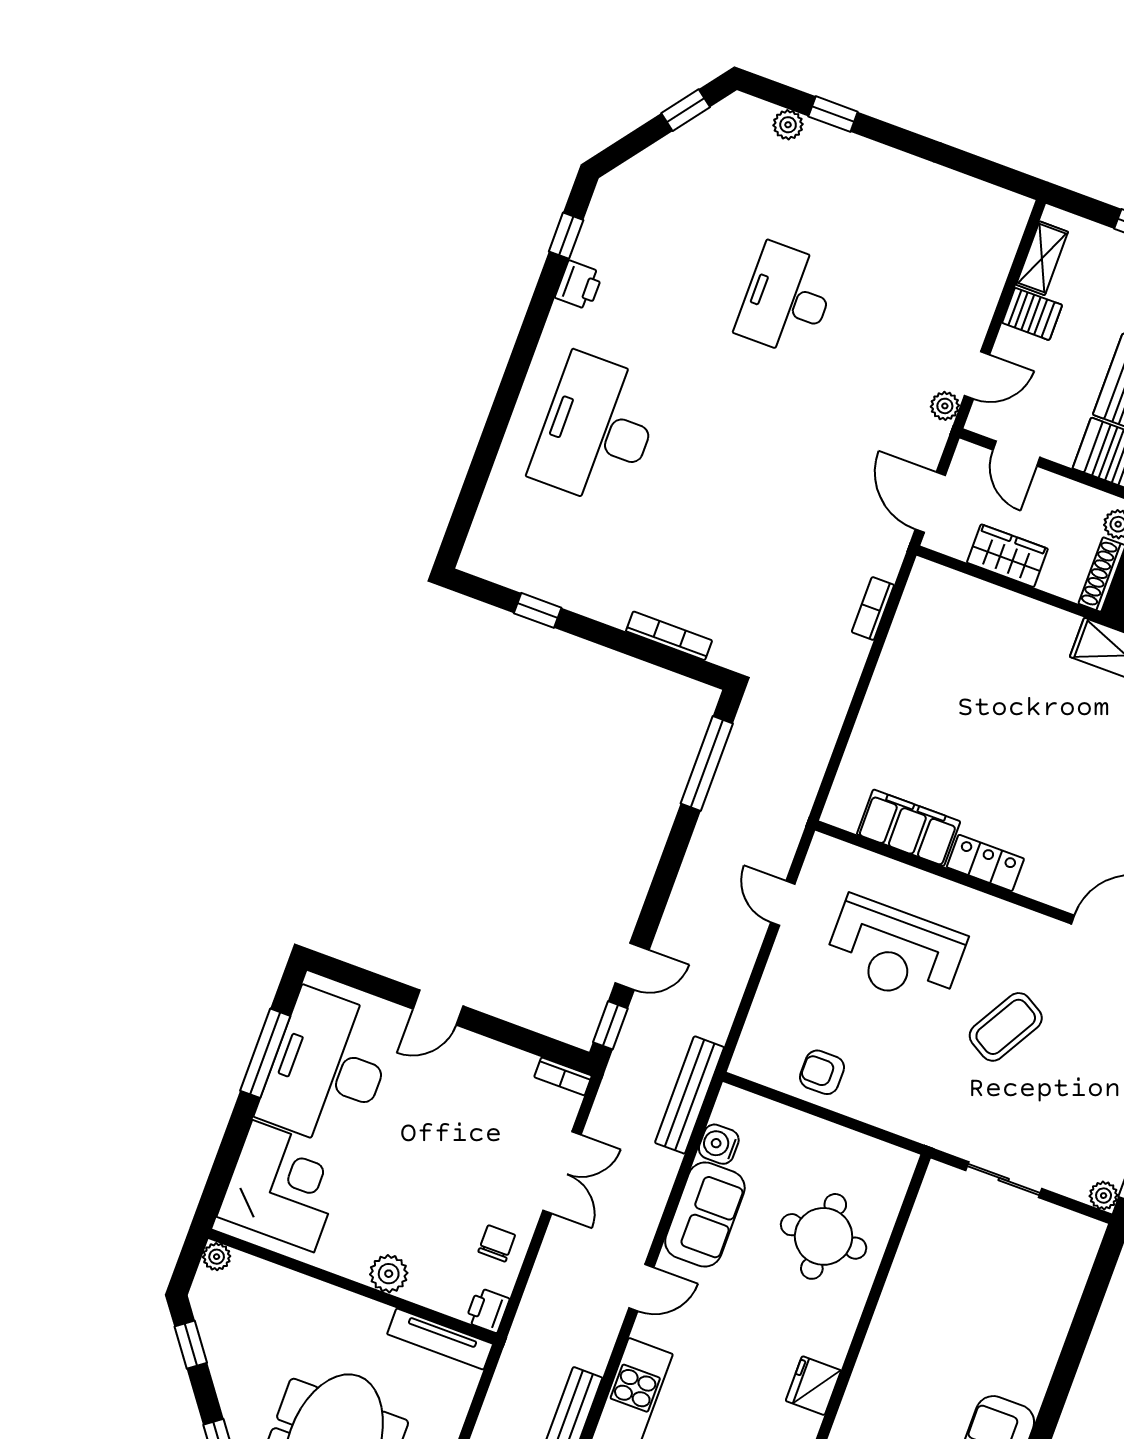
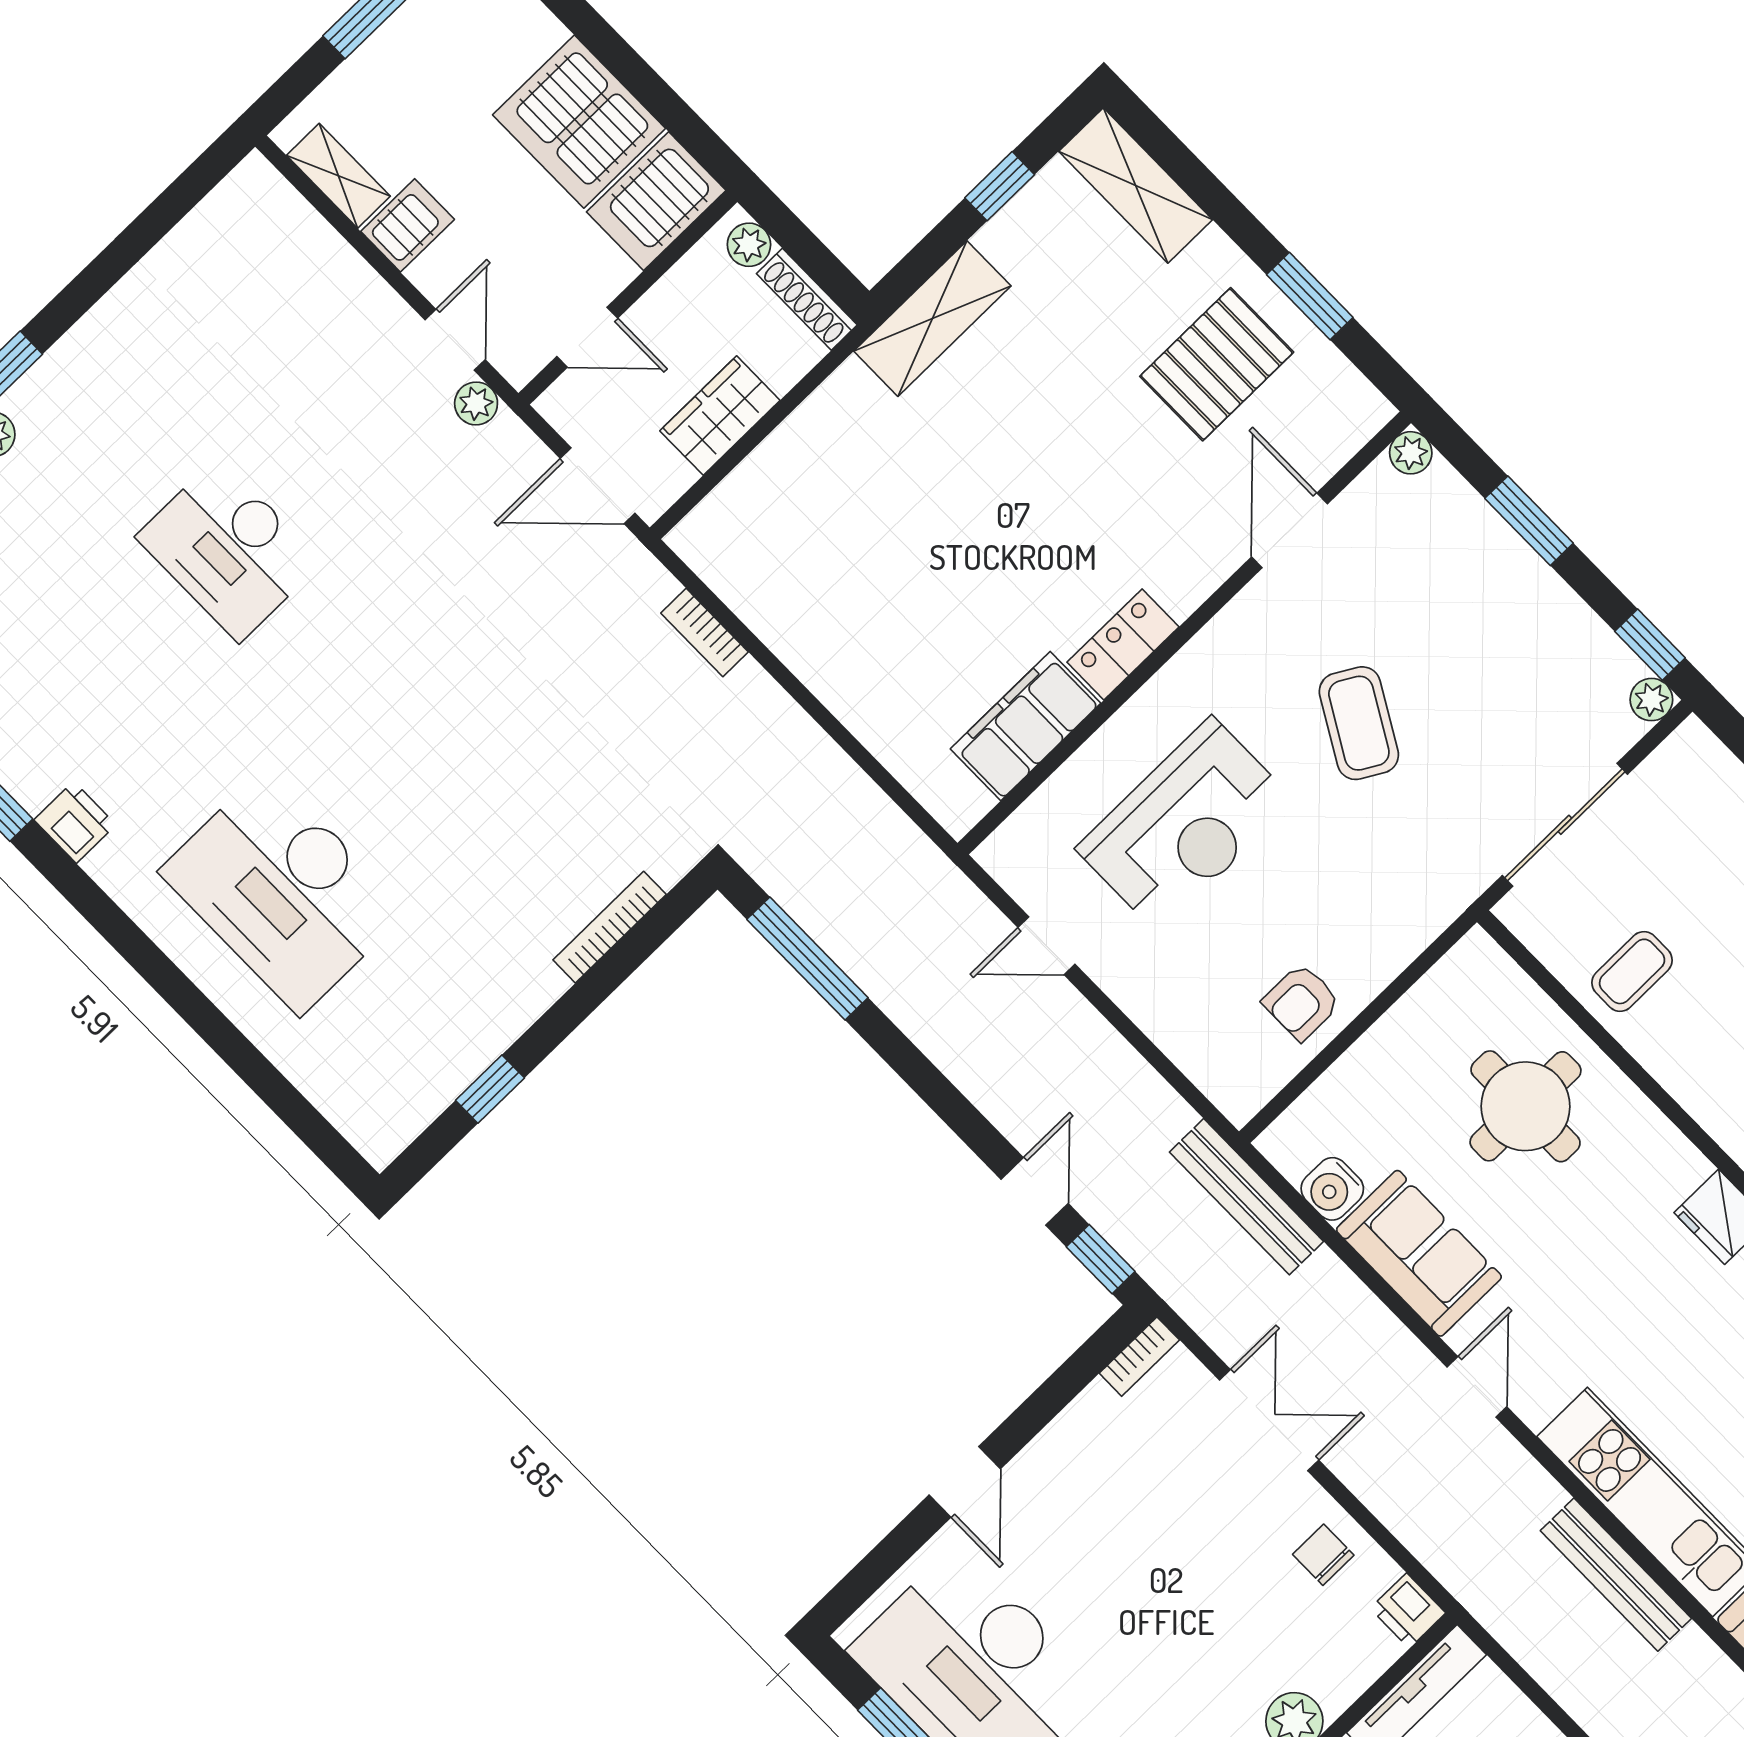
sliding door: (1004, 1180) -> (1565, 825), width x1.37
coffee table: (935, 1262) -> (1632, 971), added

